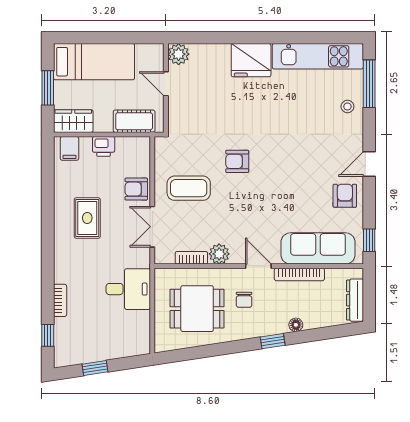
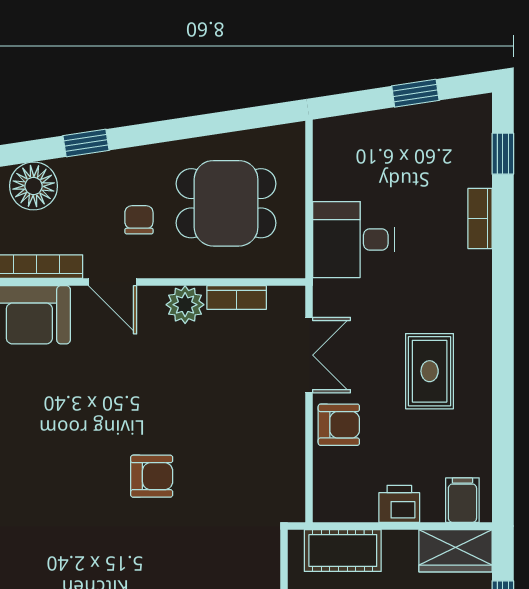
coffee table: (189, 188) -> (242, 426), removed
floor lamp: (296, 325) -> (34, 186), width x1.89, depth x1.89

